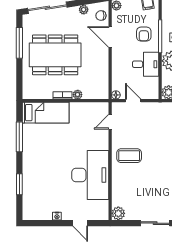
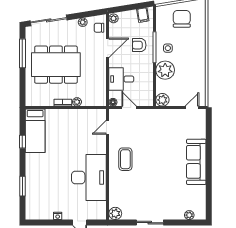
armchair: (144, 34) -> (139, 45), turned 90
door: (110, 37) -> (108, 48), swing flipped
desk: (146, 64) -> (121, 79), moved, turned 180
bed: (46, 113) -> (35, 131), moved, turned 90
window: (19, 137) -> (22, 142), width x0.46
coffee table: (129, 156) -> (125, 159), turned 90

